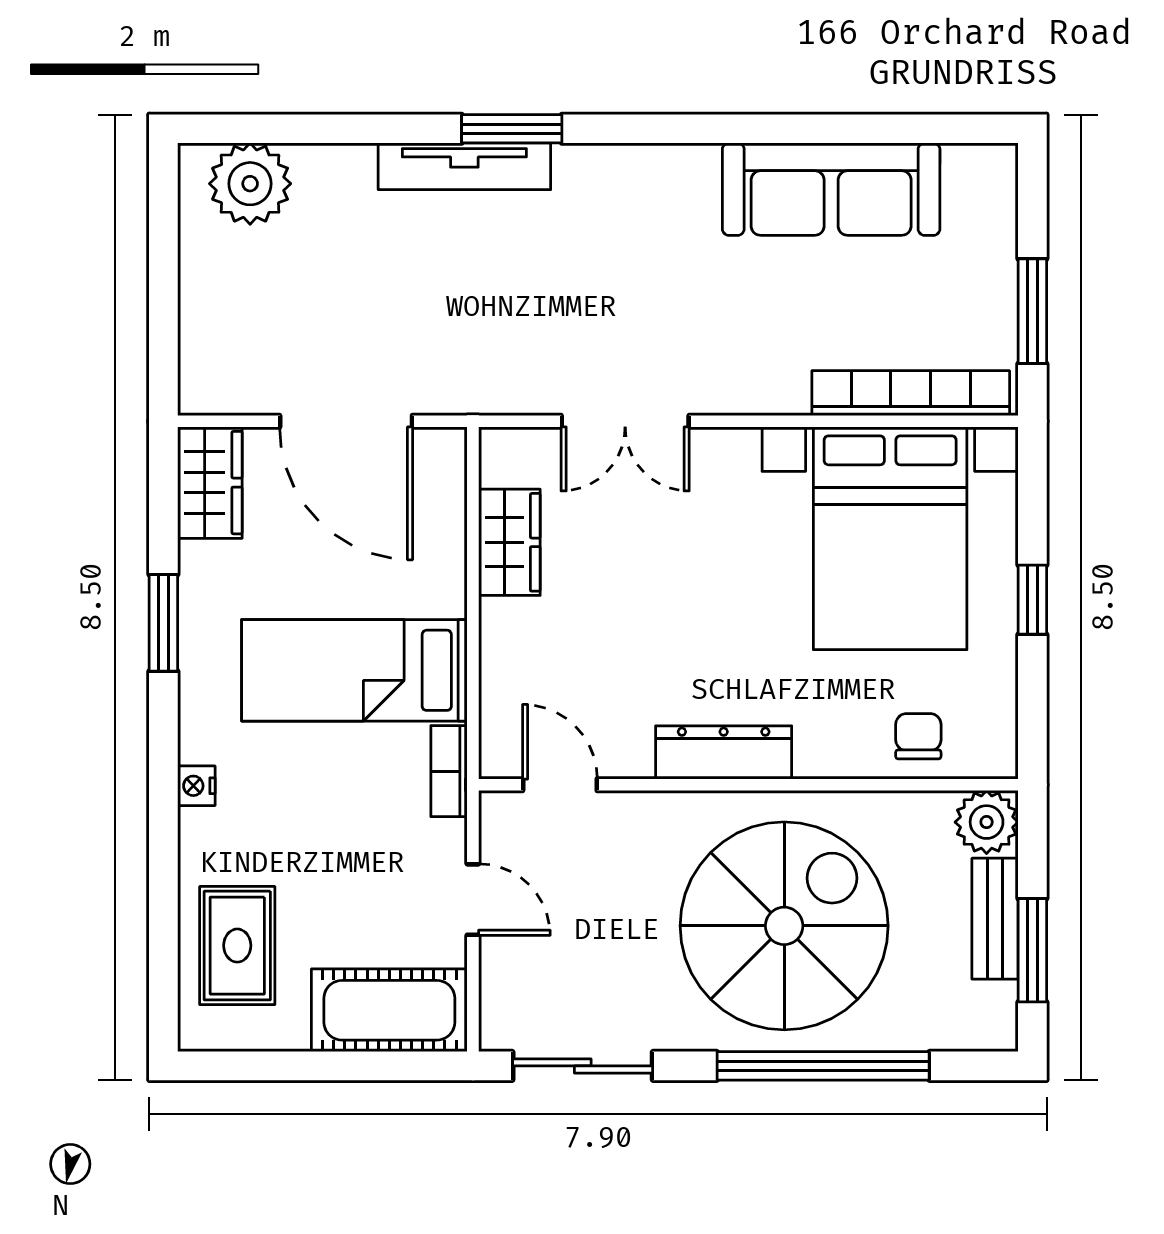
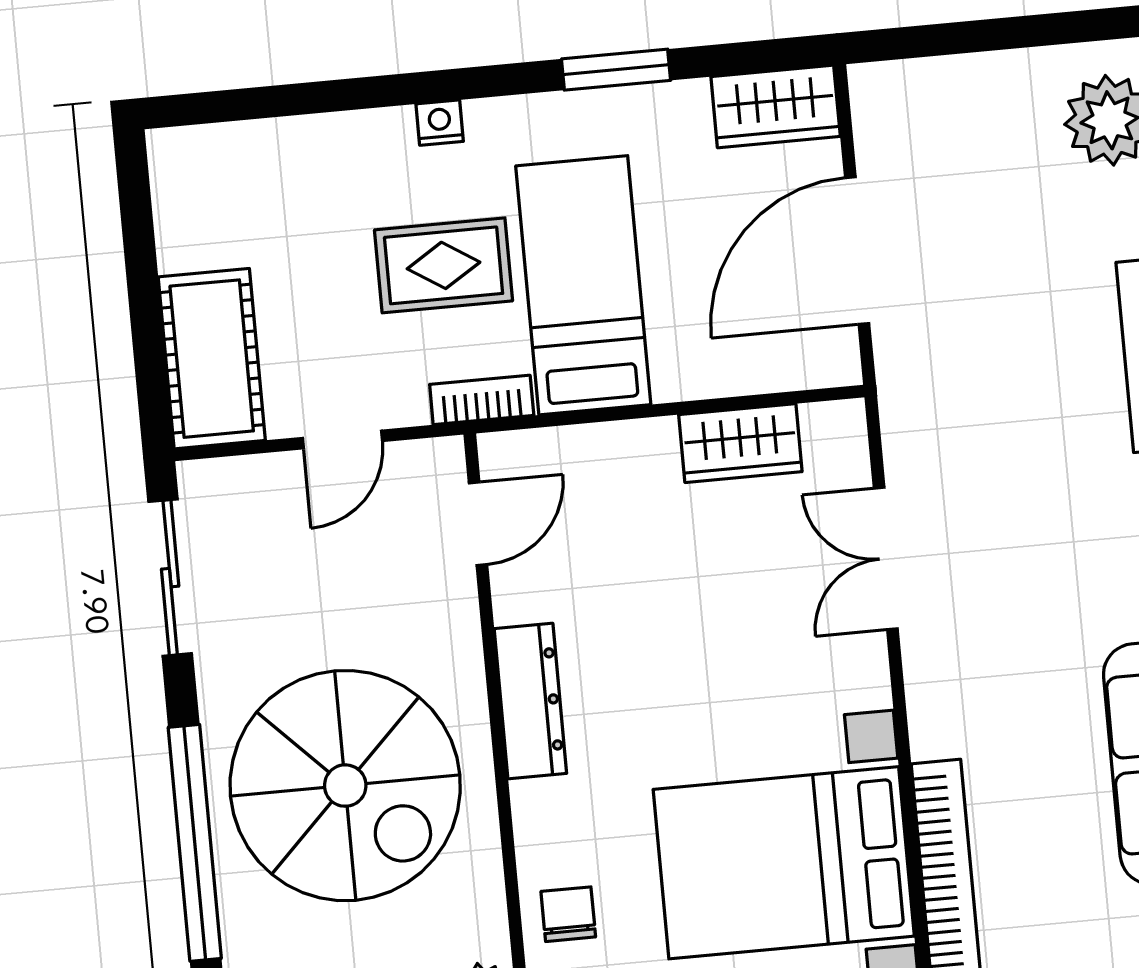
chair: (918, 736) -> (568, 914), turned -90
rug: (237, 946) -> (444, 265), moved

